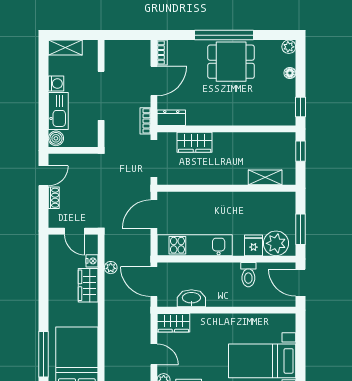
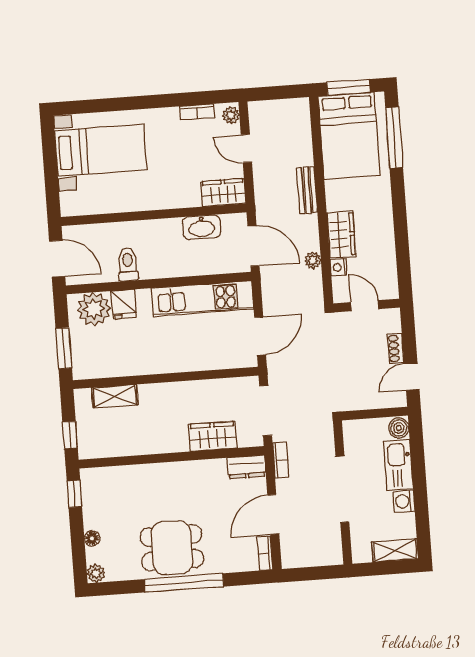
window: (301, 229) -> (64, 348), moved
bench: (111, 320) -> (307, 190), added

